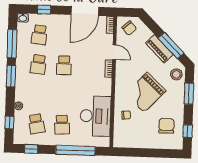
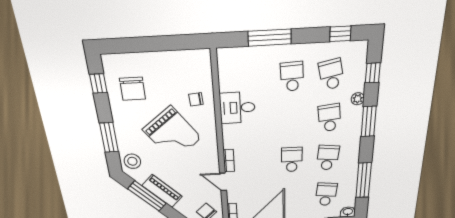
window: (11, 76) -> (369, 122), moved
grand piano: (145, 92) -> (172, 134), turned 100
school desk: (37, 94) -> (329, 118), added
desk: (96, 116) -> (237, 108), width x0.53, depth x0.77
window: (75, 150) -> (270, 38), width x0.68

